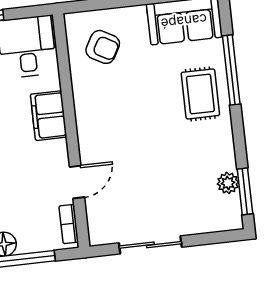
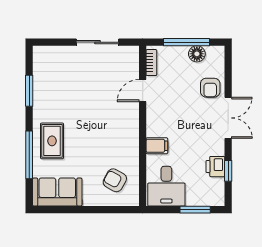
filing cabinet: (49, 116) -> (157, 146), width x0.50
plant: (228, 183) -> (40, 78), removed
window: (245, 191) -> (29, 91), moved

